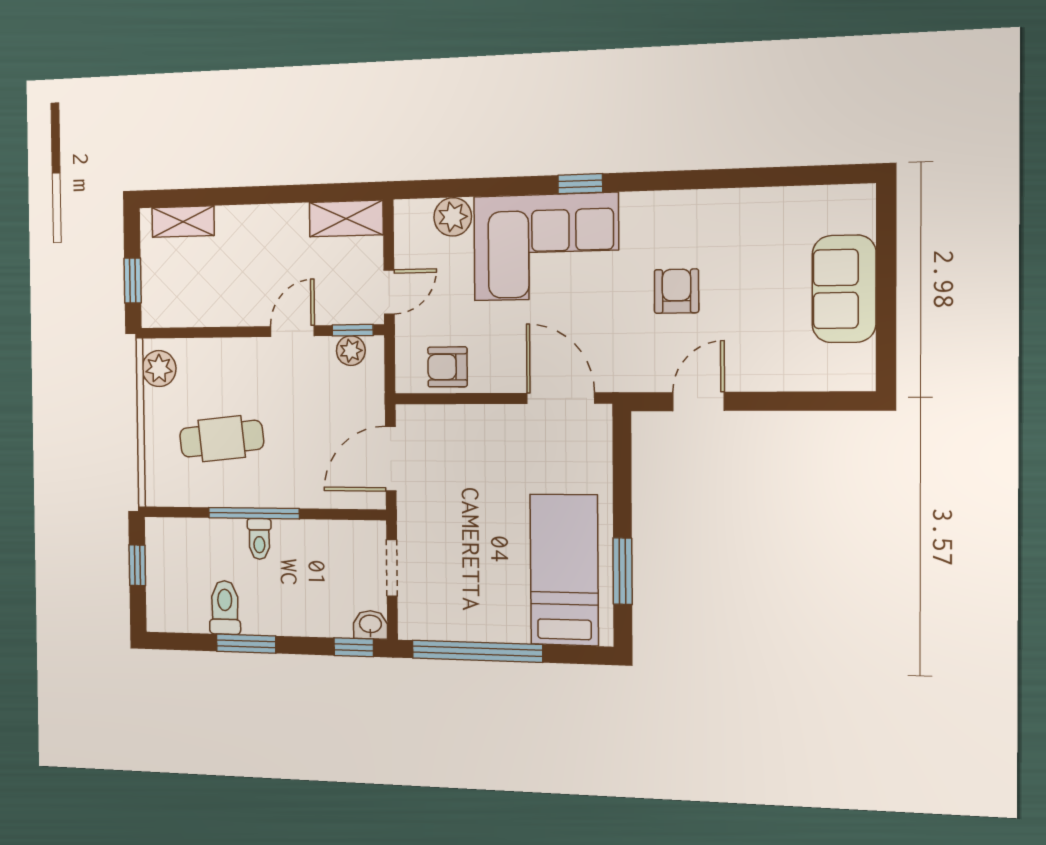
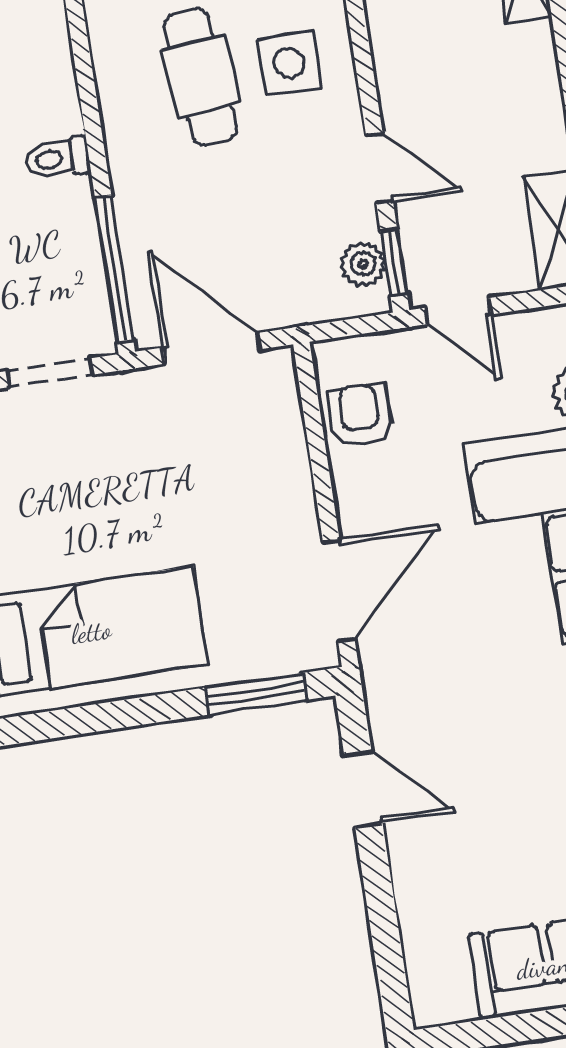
armchair: (676, 291) -> (515, 735), removed
side table: (220, 380) -> (289, 63), added
window: (254, 513) -> (114, 269), moved
window: (623, 571) -> (256, 694), moved

